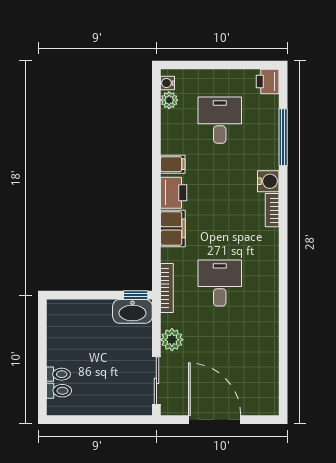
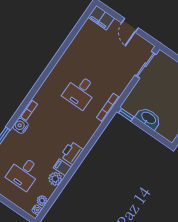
filing cabinet: (173, 228) -> (101, 18), moved, turned -90
washbasin: (132, 311) -> (148, 118), moved
plant: (172, 340) -> (55, 179), moved
door: (215, 420) -> (130, 25), width x0.53

